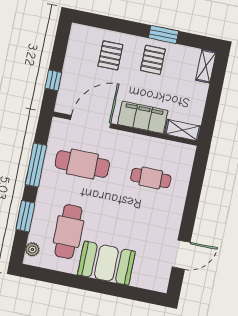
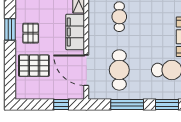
pallet: (110, 55) -> (34, 66), width x1.50, depth x1.42
pallet: (153, 60) -> (31, 33), turned 90

